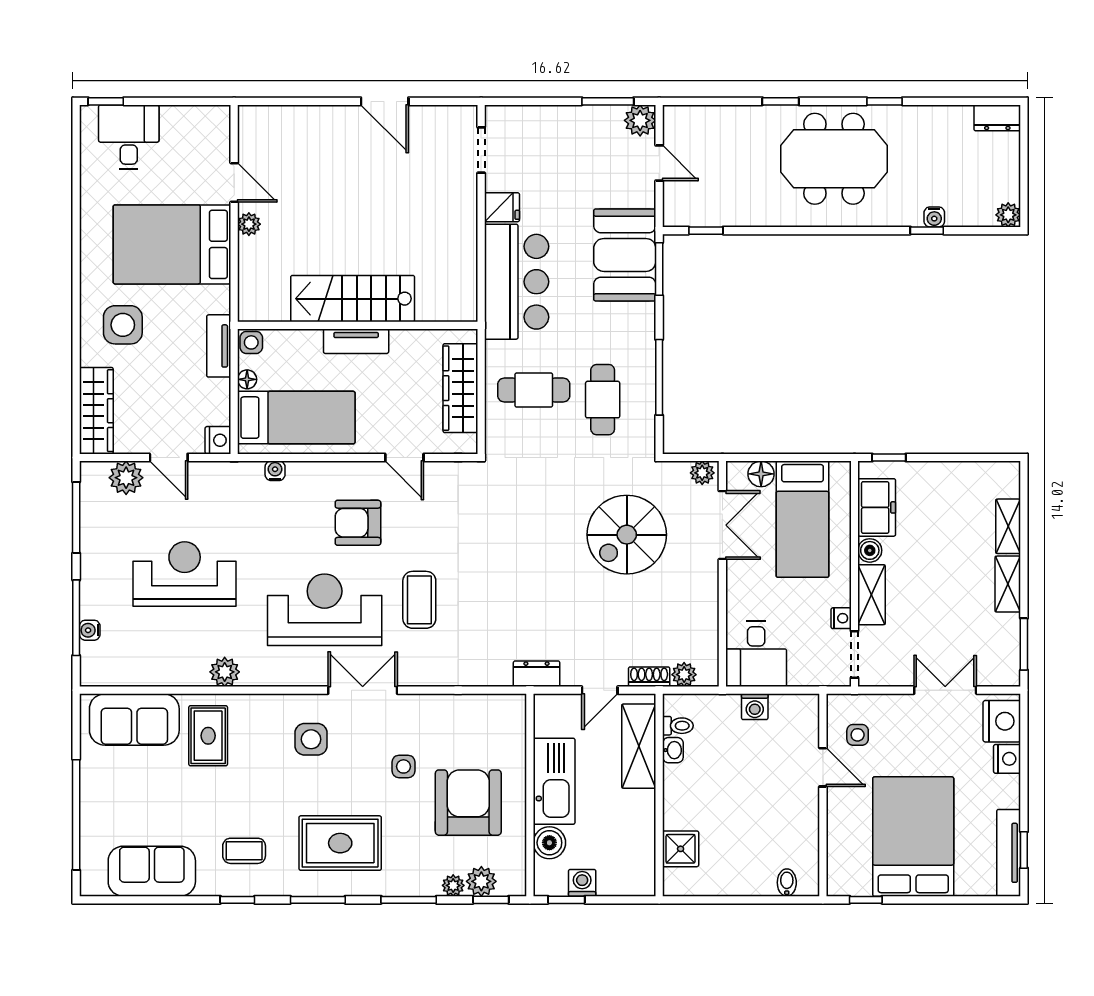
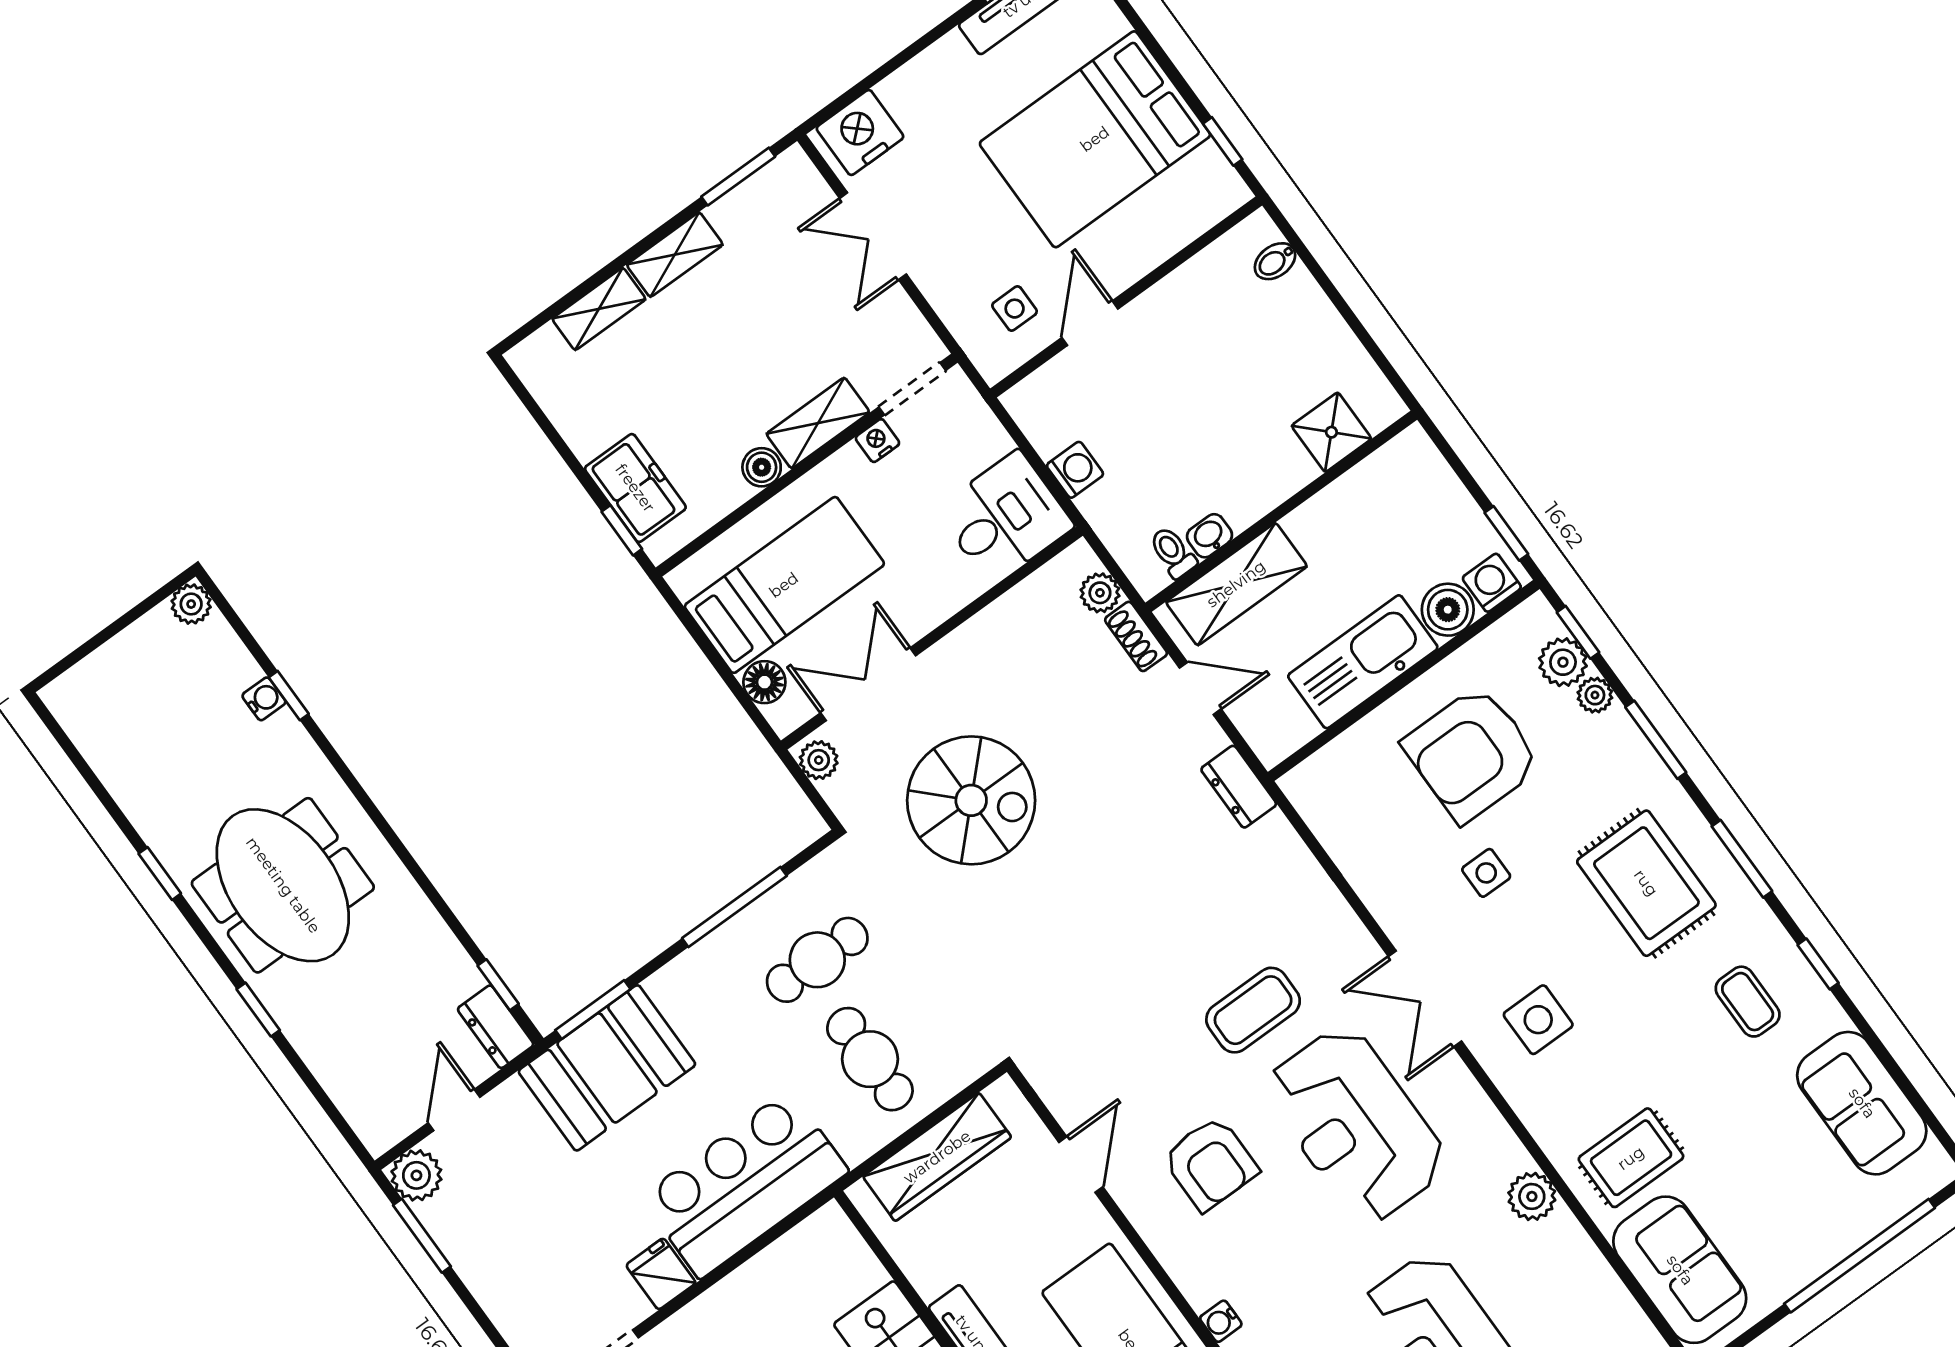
dresser: (997, 118) -> (496, 1027), moved, turned 180
freezer: (877, 507) -> (635, 488), moved, turned 90
nightstand: (1007, 759) -> (904, 90), removed
washing machine: (582, 883) -> (1492, 583), moved, turned 90

